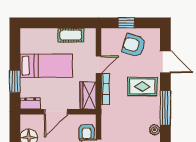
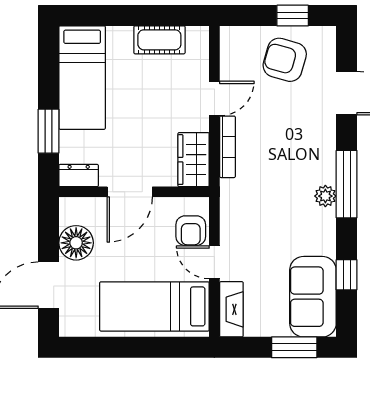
window: (126, 23) -> (293, 16), moved
bed: (46, 66) -> (82, 78), moved, turned 90
rug: (142, 86) -> (301, 142), removed
plant: (155, 130) -> (325, 196), moved

